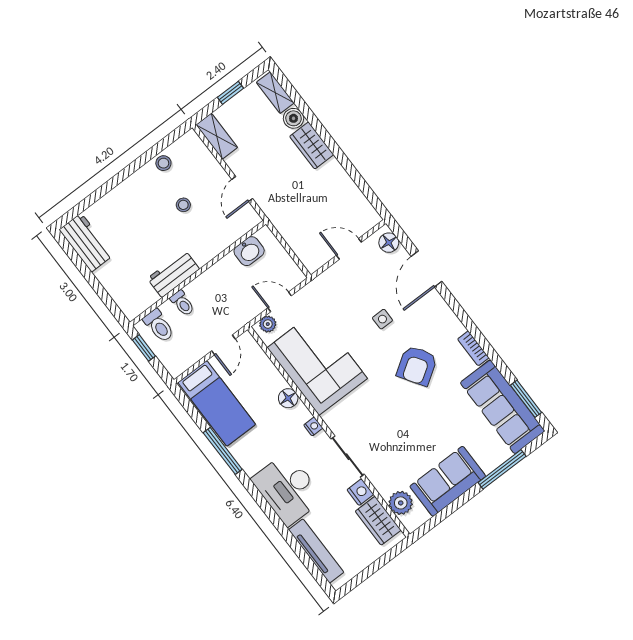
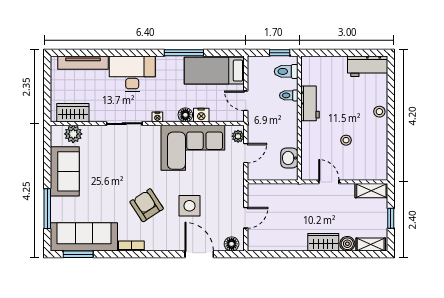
stool: (163, 163) -> (379, 112), moved
side table: (382, 319) -> (189, 206), width x1.87, depth x1.87
nightstand: (360, 492) -> (201, 115), moved

